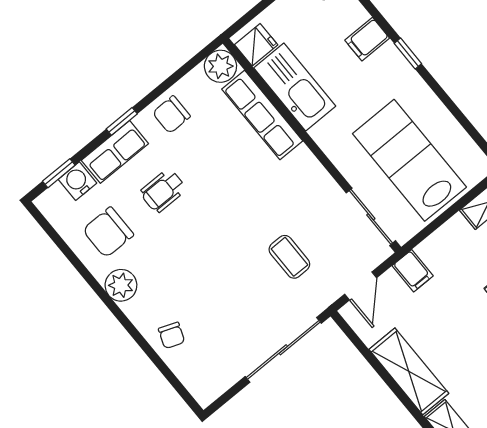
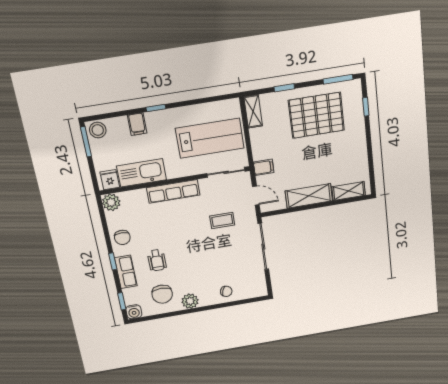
row of seats: (262, 115) -> (173, 191), moved
lab bench: (409, 160) -> (210, 138), turned 180
water cooler: (78, 181) -> (134, 312), moved, turned -90

